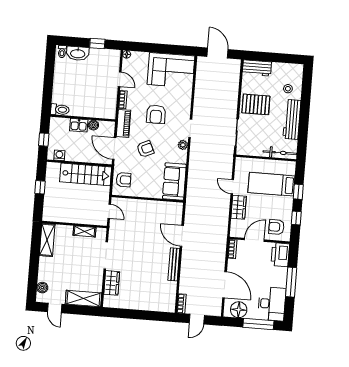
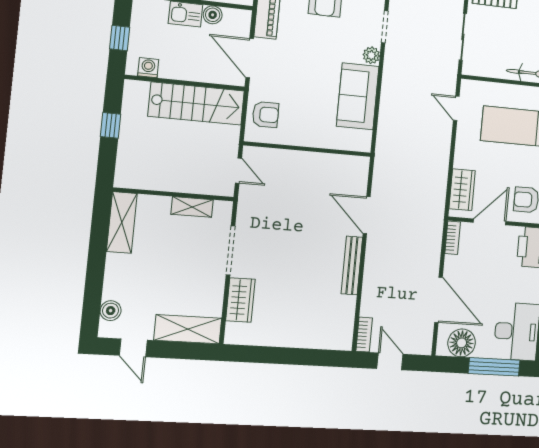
armchair: (145, 149) -> (305, 61), removed
sofa: (174, 182) -> (358, 96), moved
door: (232, 187) -> (456, 108), moved
wardrobe: (239, 207) -> (462, 190), moved
door: (197, 319) -> (390, 361), swing flipped

